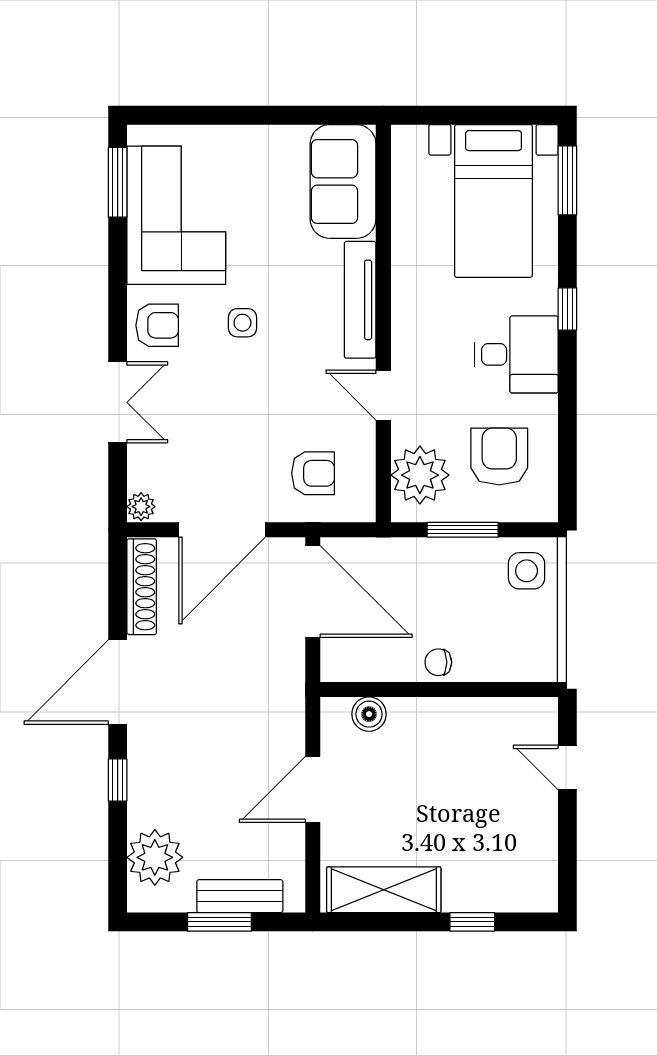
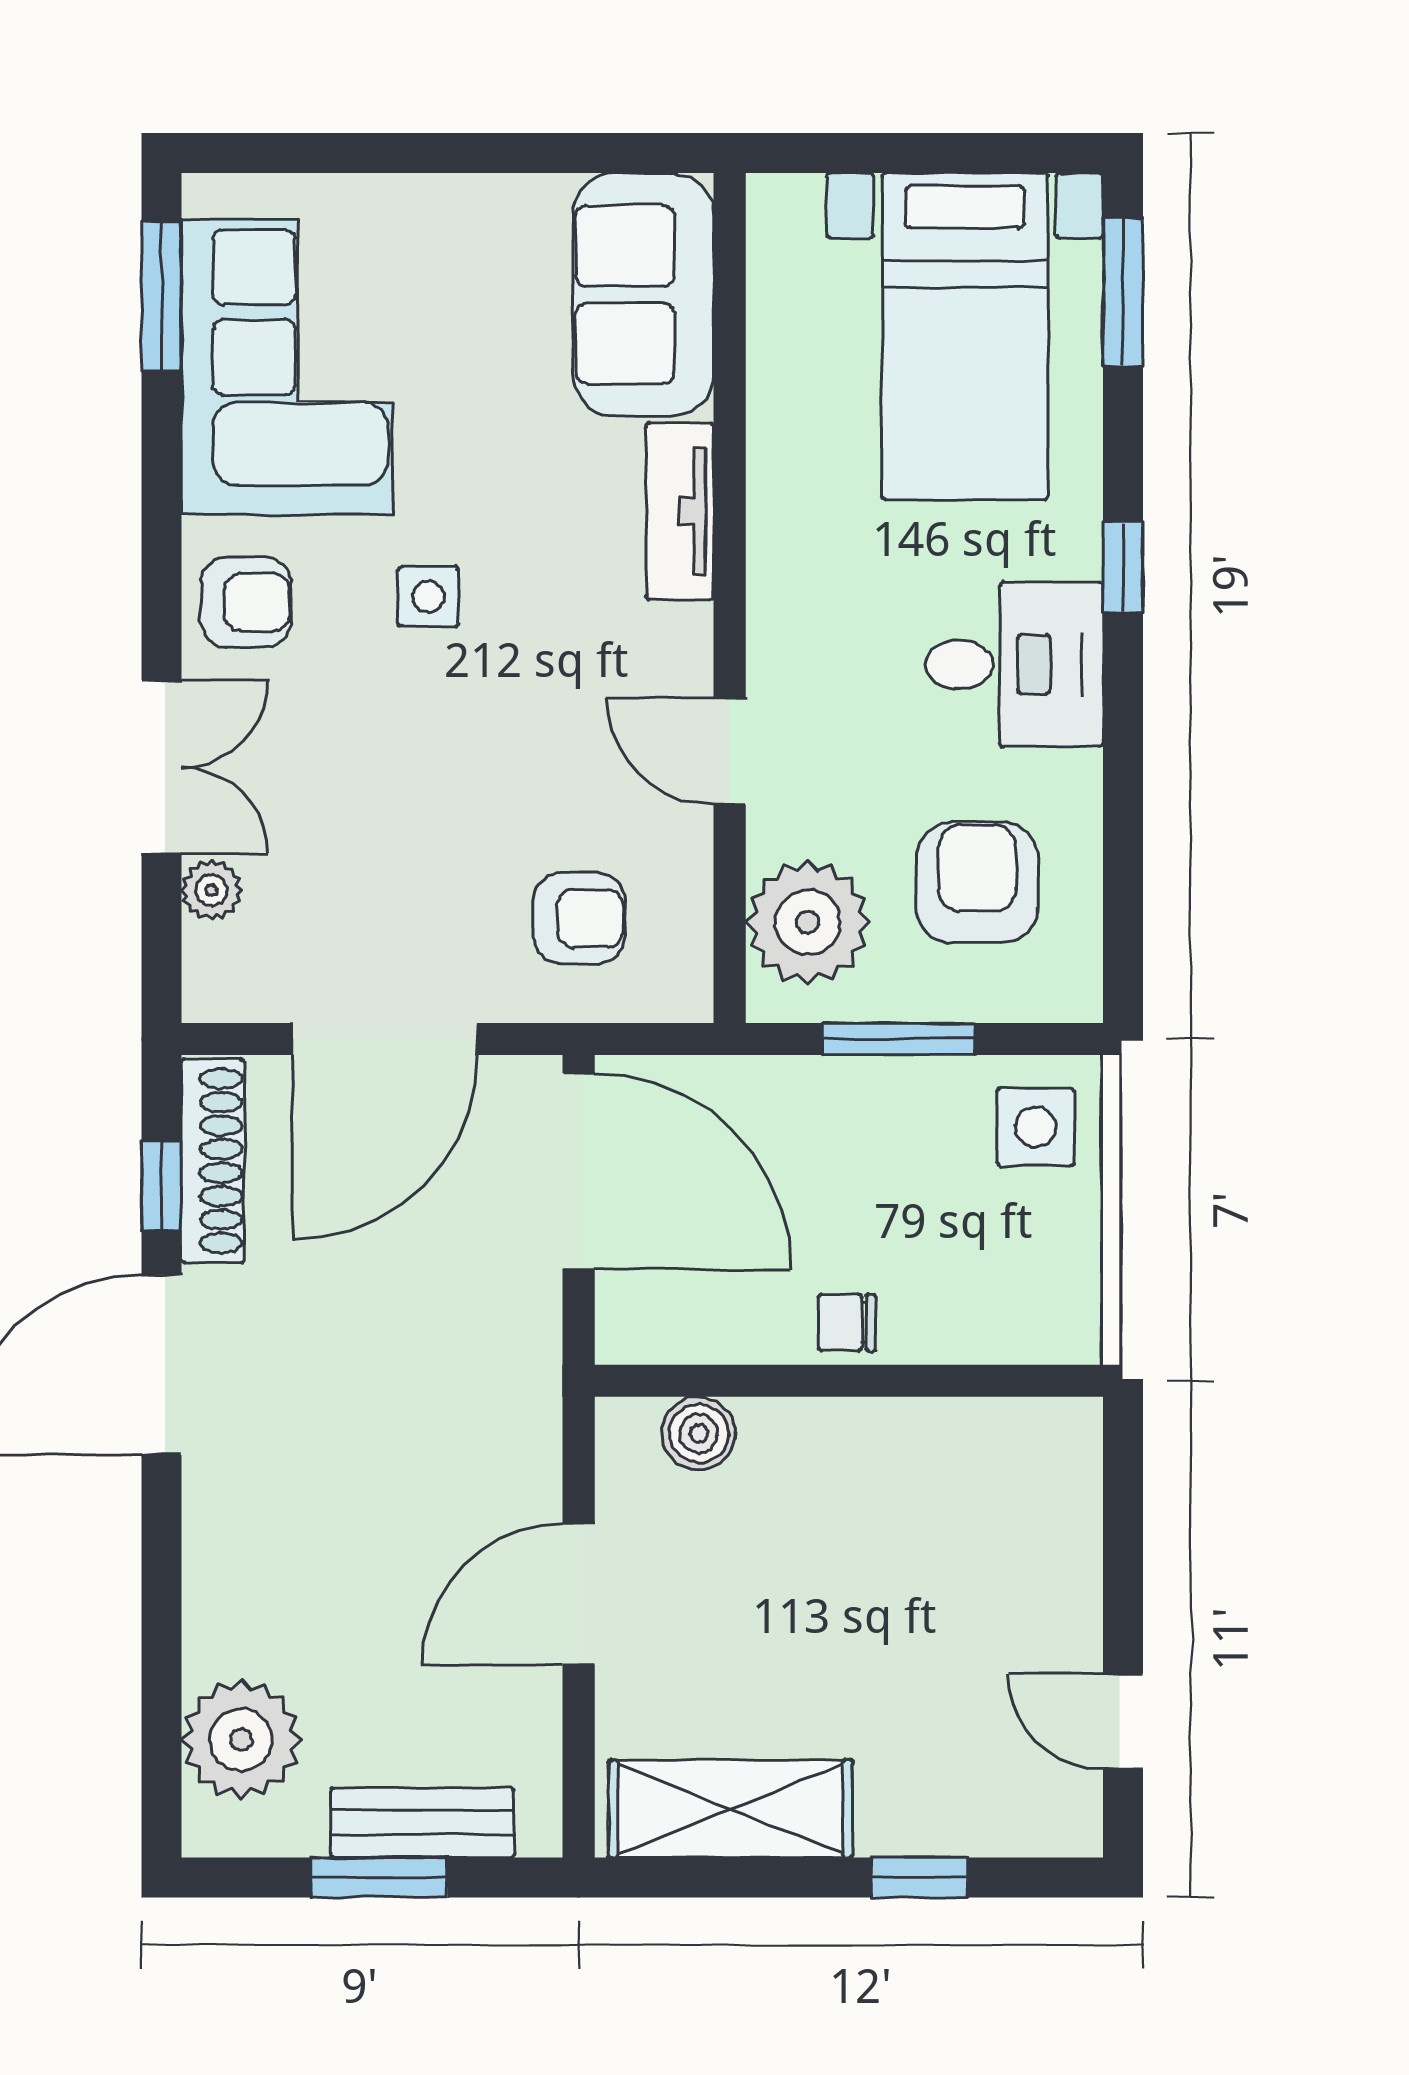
tv unit: (360, 300) -> (680, 511), width x0.71
plant: (141, 507) -> (211, 890), moved
door: (567, 768) -> (1123, 1721), moved
window: (118, 780) -> (161, 1186), moved

